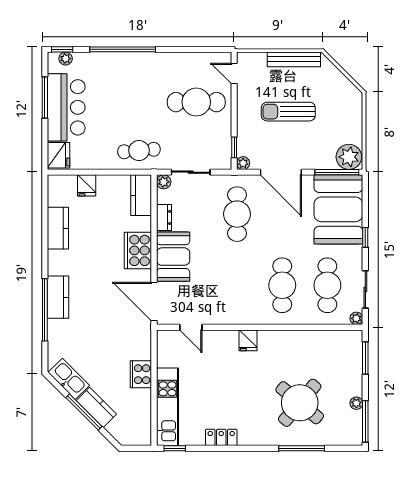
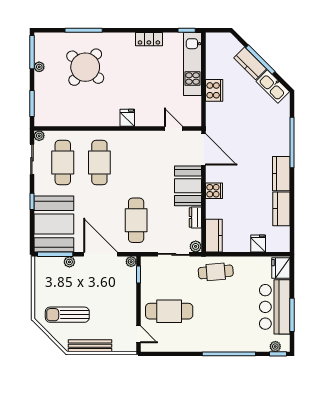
sun lounger: (288, 112) -> (67, 315), moved, turned 180
plant: (349, 157) -> (69, 262), moved, width x0.53, depth x0.53
cooker: (138, 250) -> (214, 191), width x0.53, depth x0.76
kitchen counter: (58, 297) -> (281, 174), moved

